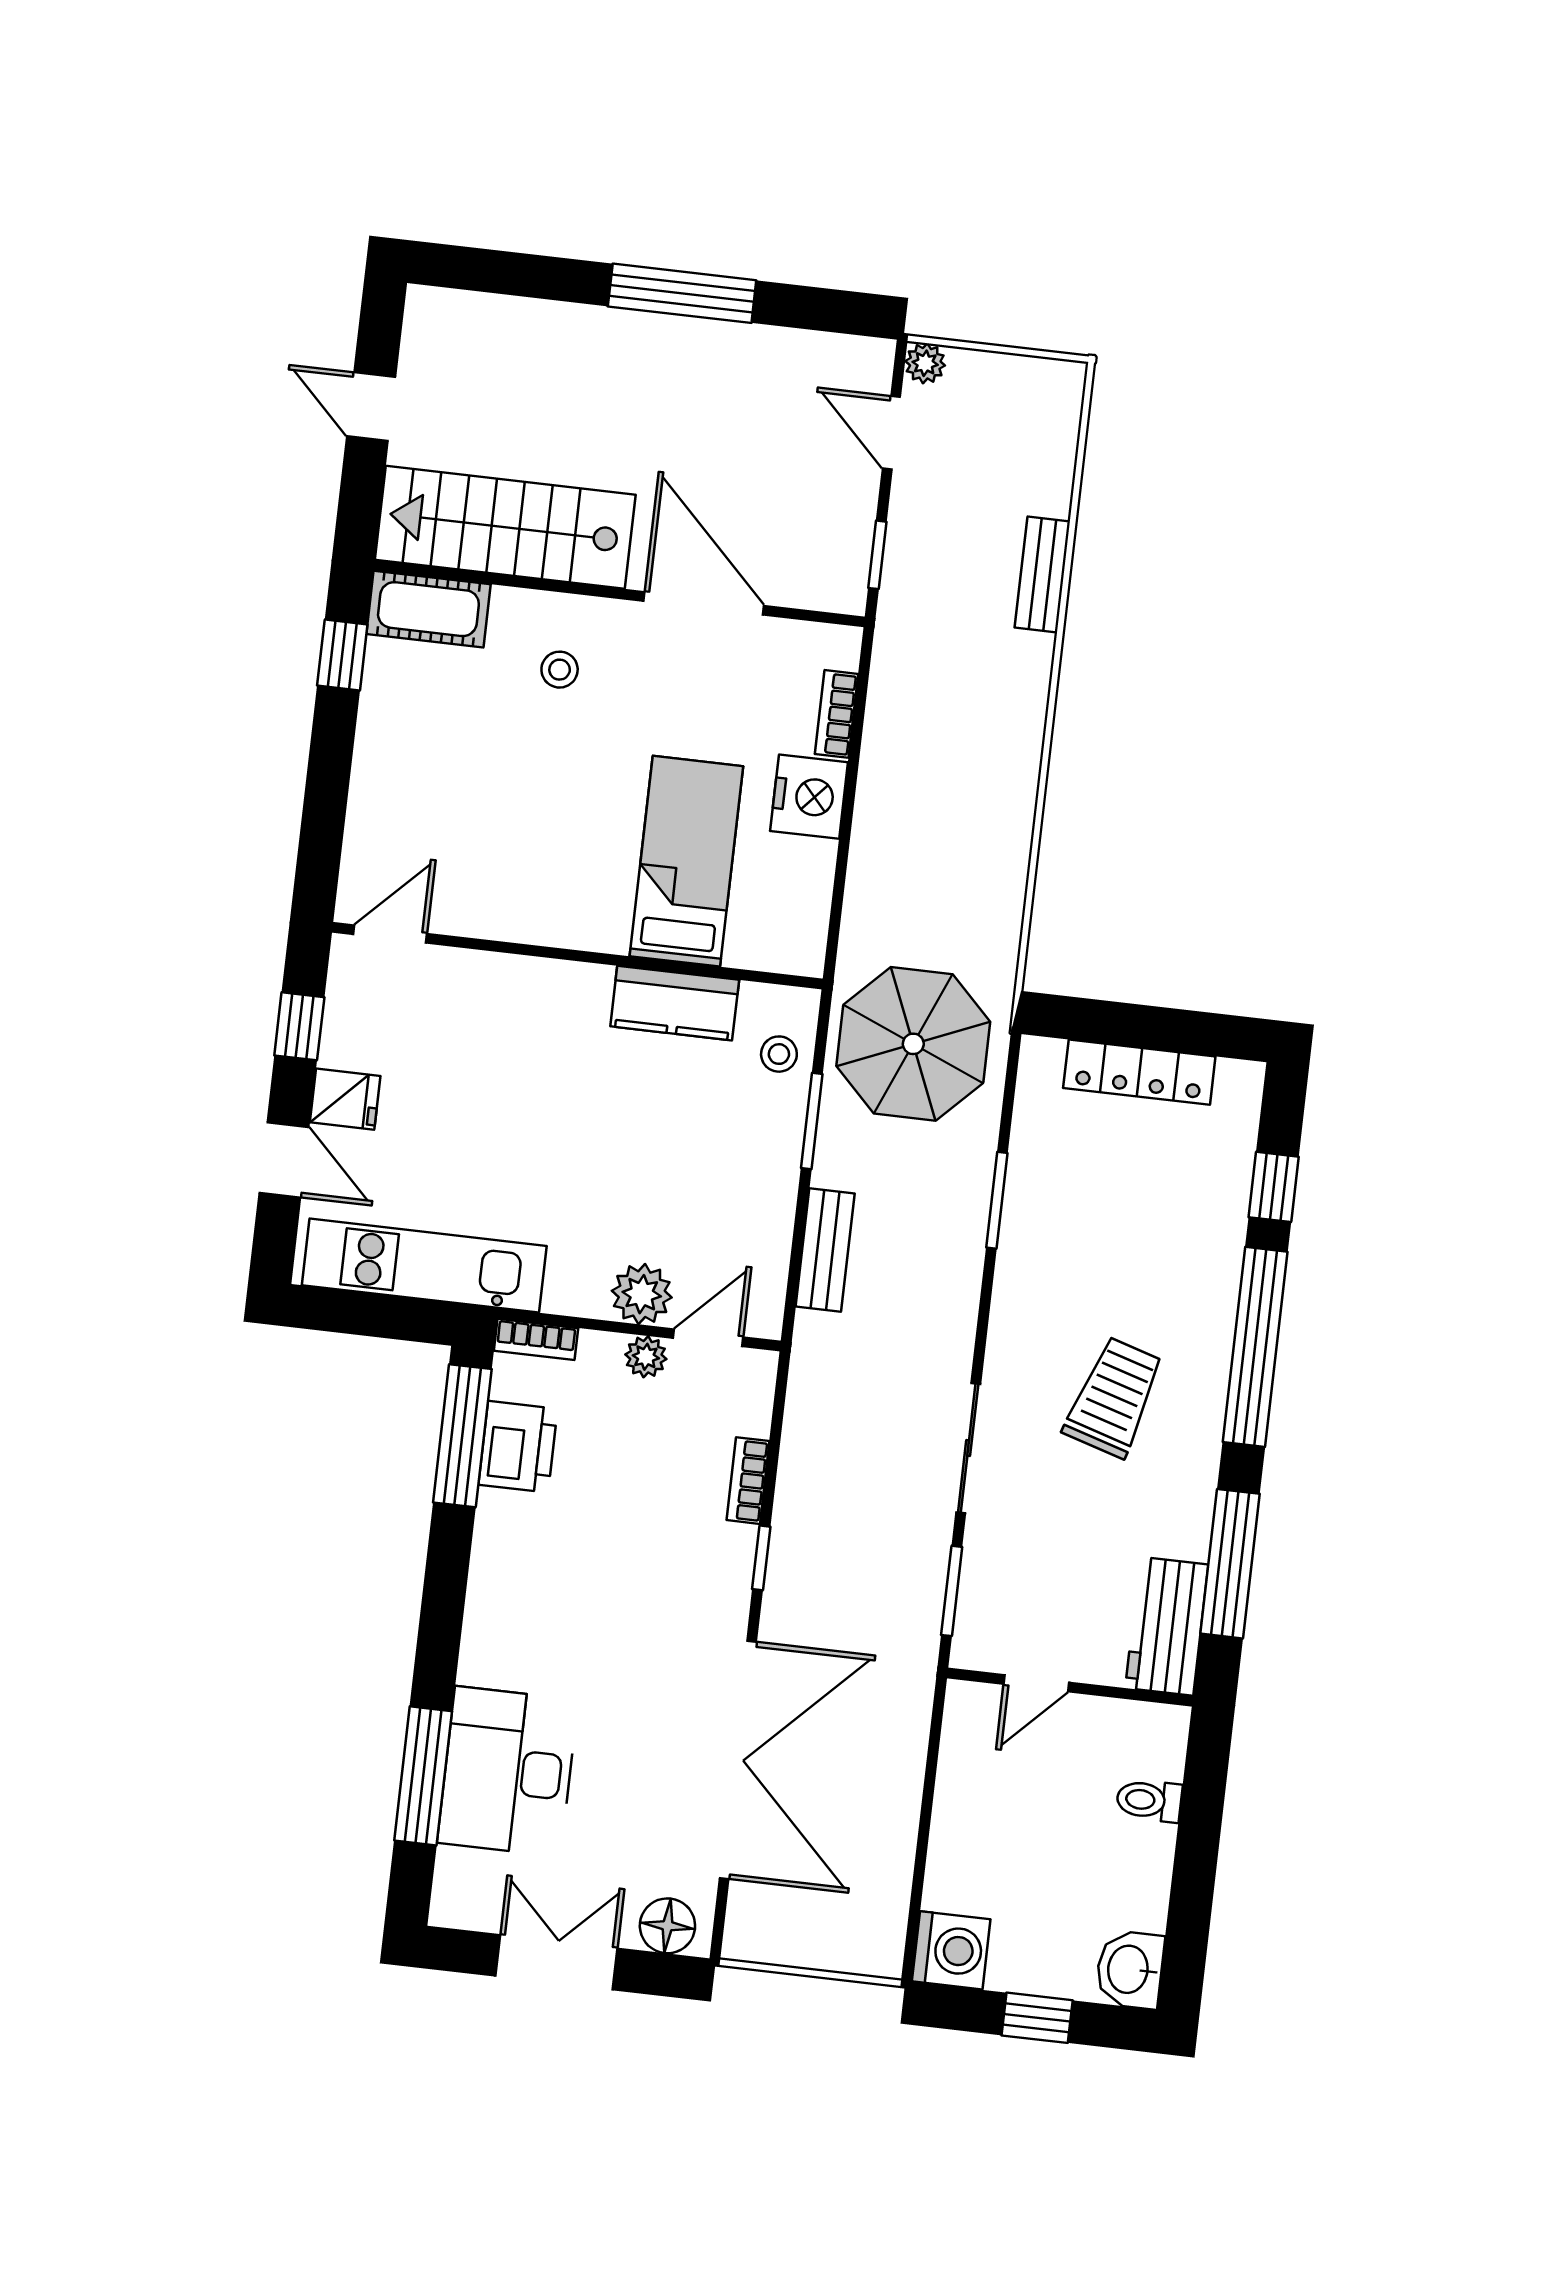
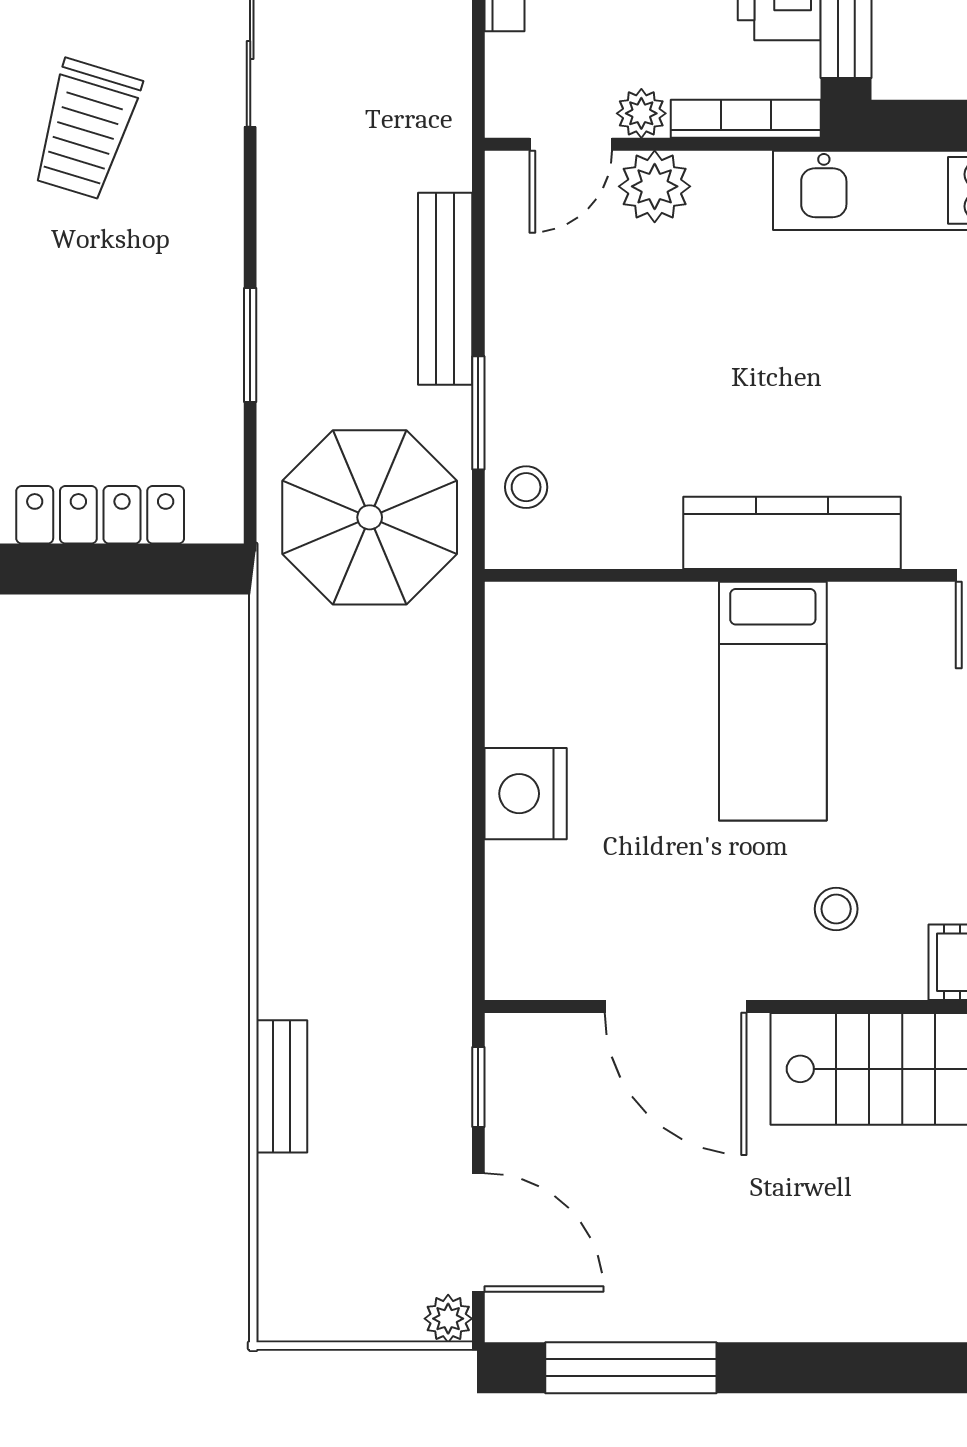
window: (682, 293) -> (631, 1368), moved
door: (891, 433) -> (478, 1232), width x1.38
bookcase: (836, 714) -> (505, 894), removed
bed: (686, 861) -> (773, 701), moved
kitchen counter: (675, 1003) -> (792, 533), moved, width x1.50
bench: (825, 1250) -> (445, 289), width x1.36
bookcase: (536, 1339) -> (746, 119), width x1.56

